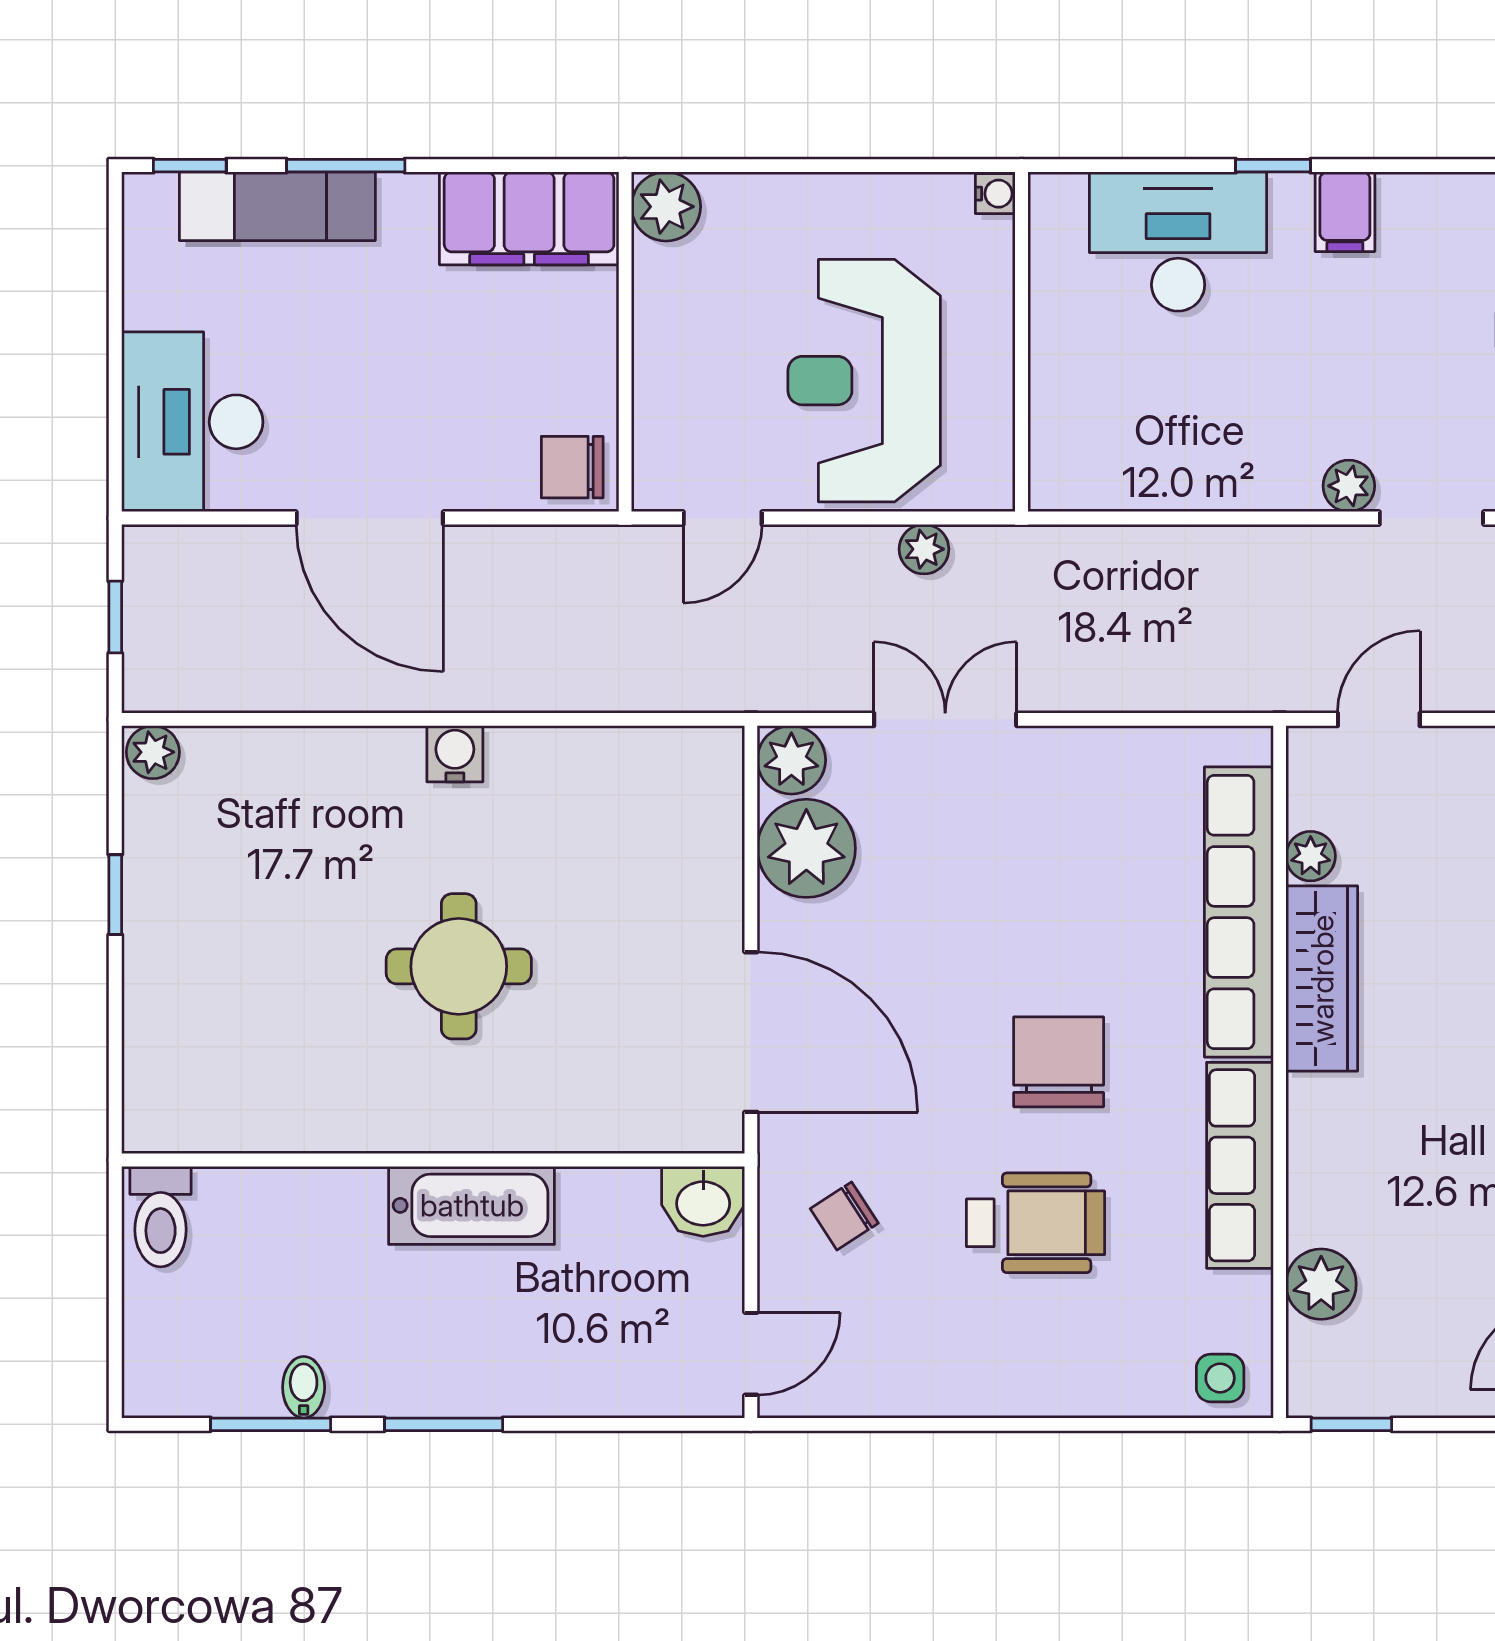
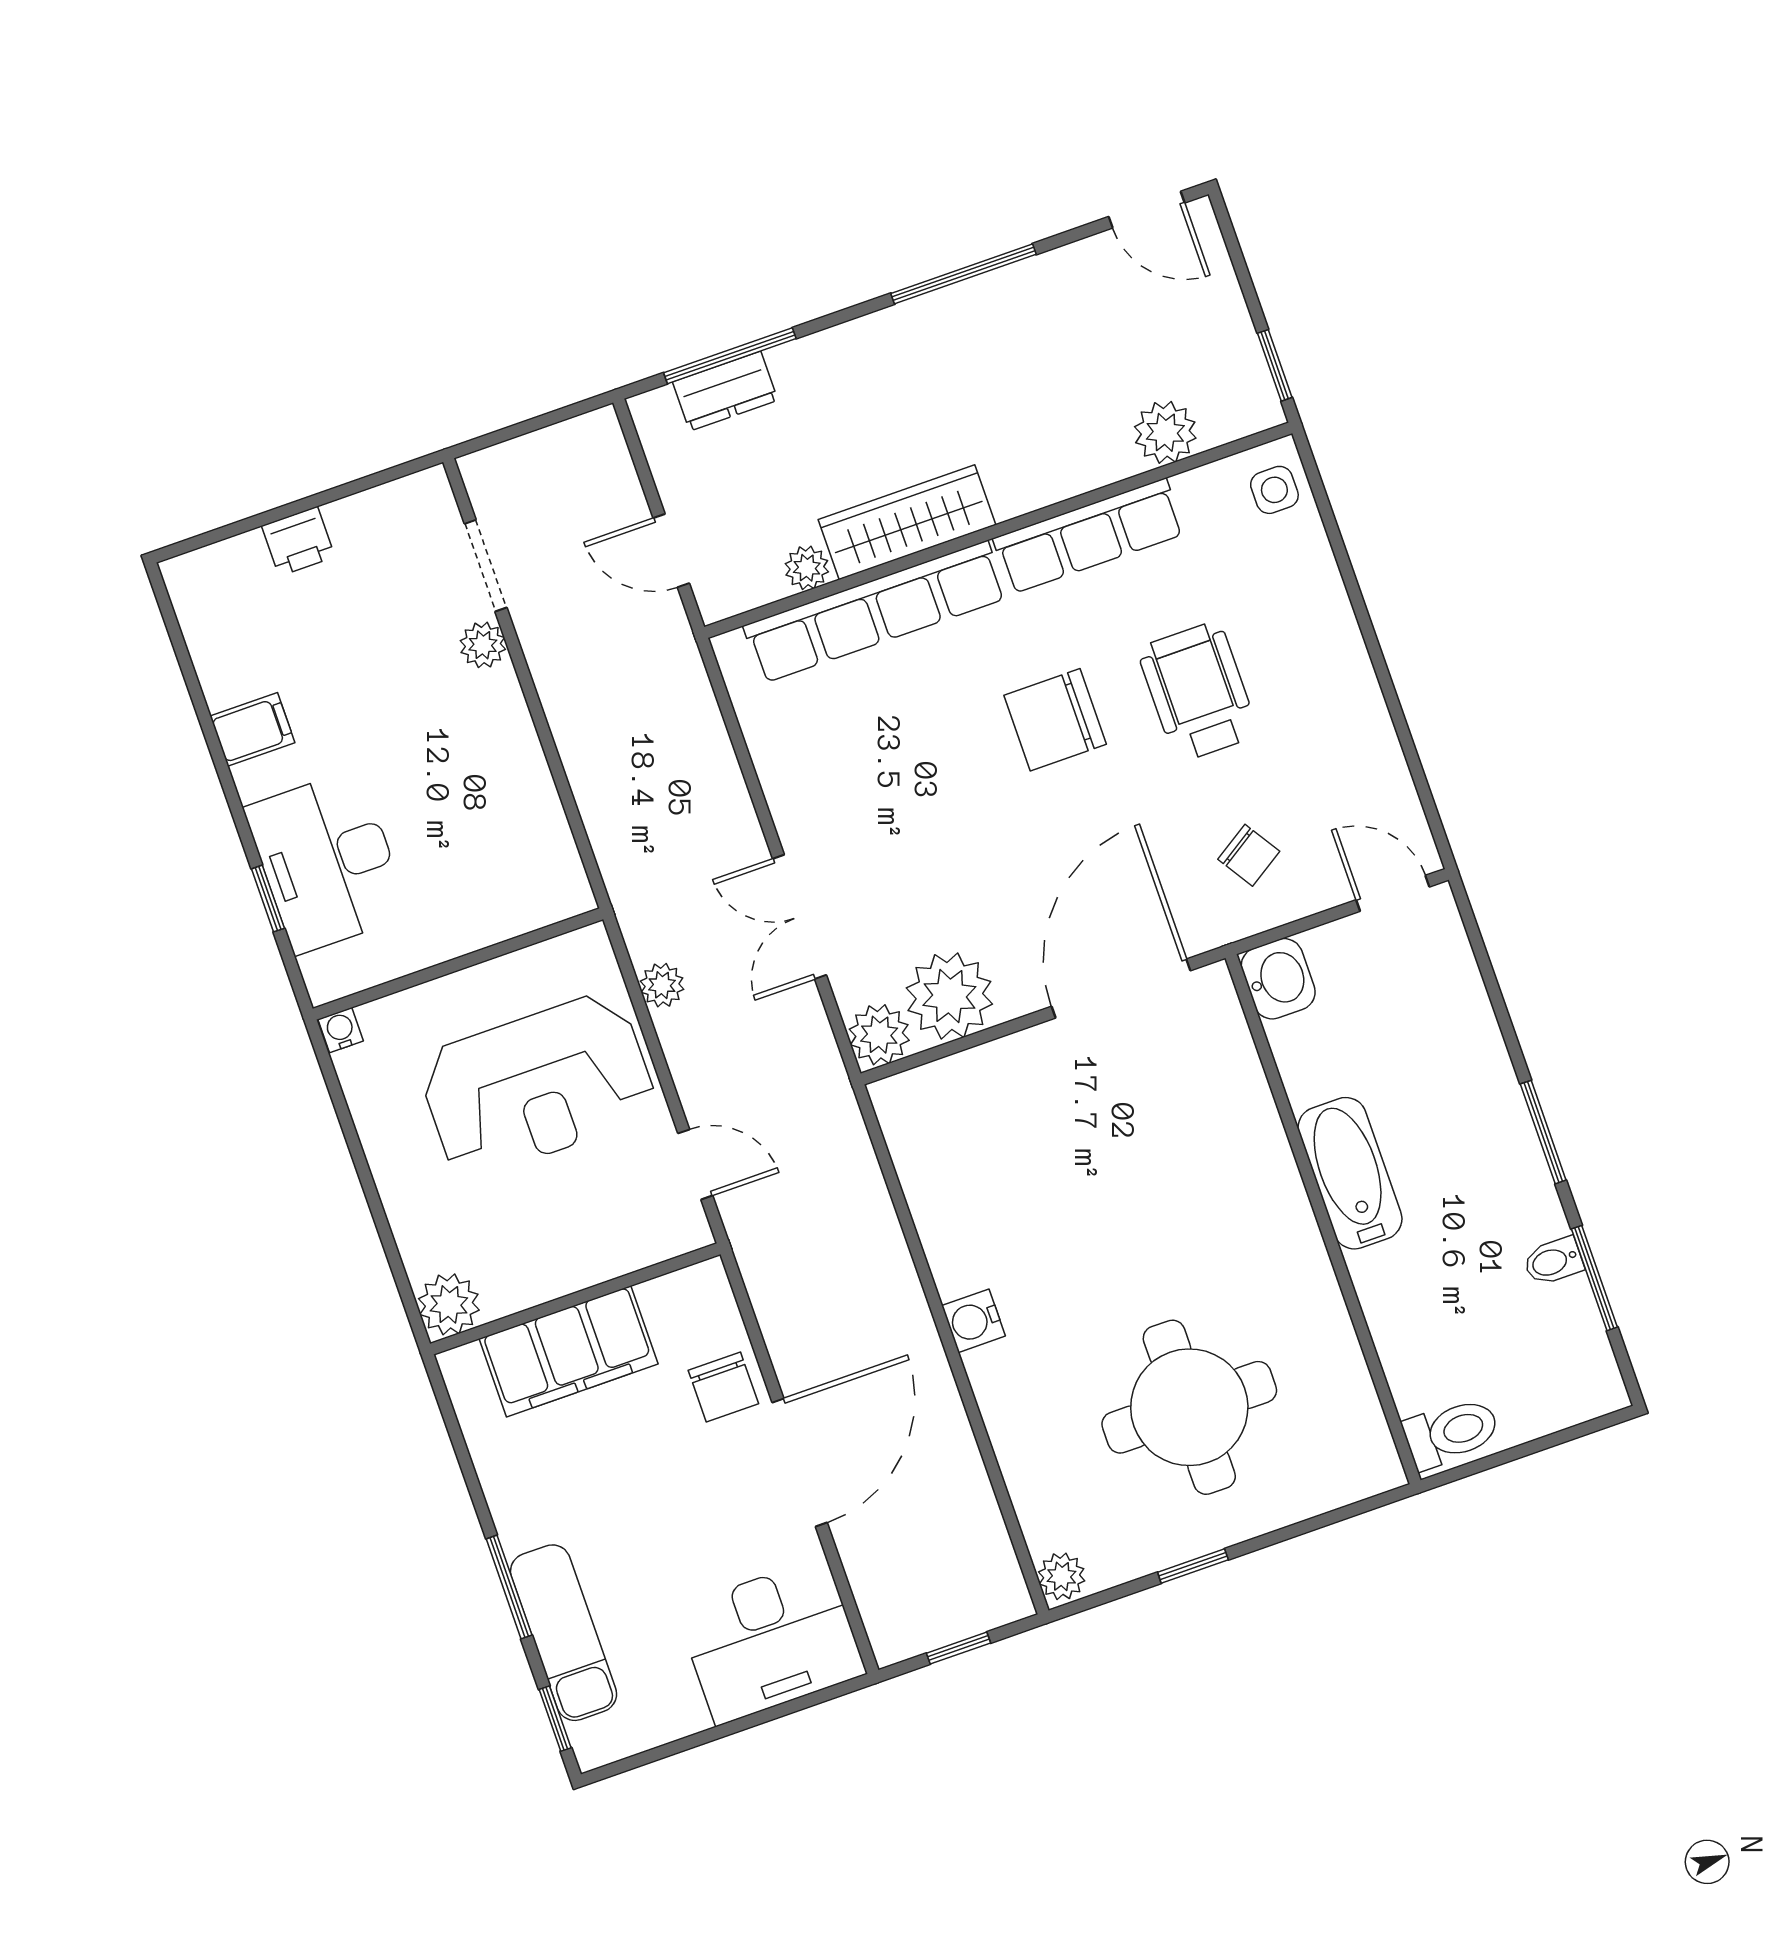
window: (1273, 166) -> (268, 899), moved
filing cabinet: (529, 218) -> (569, 1351), moved, turned 90
chair: (572, 467) -> (723, 1387), moved
round table: (459, 966) -> (1189, 1407), moved, width x1.36, depth x1.36

